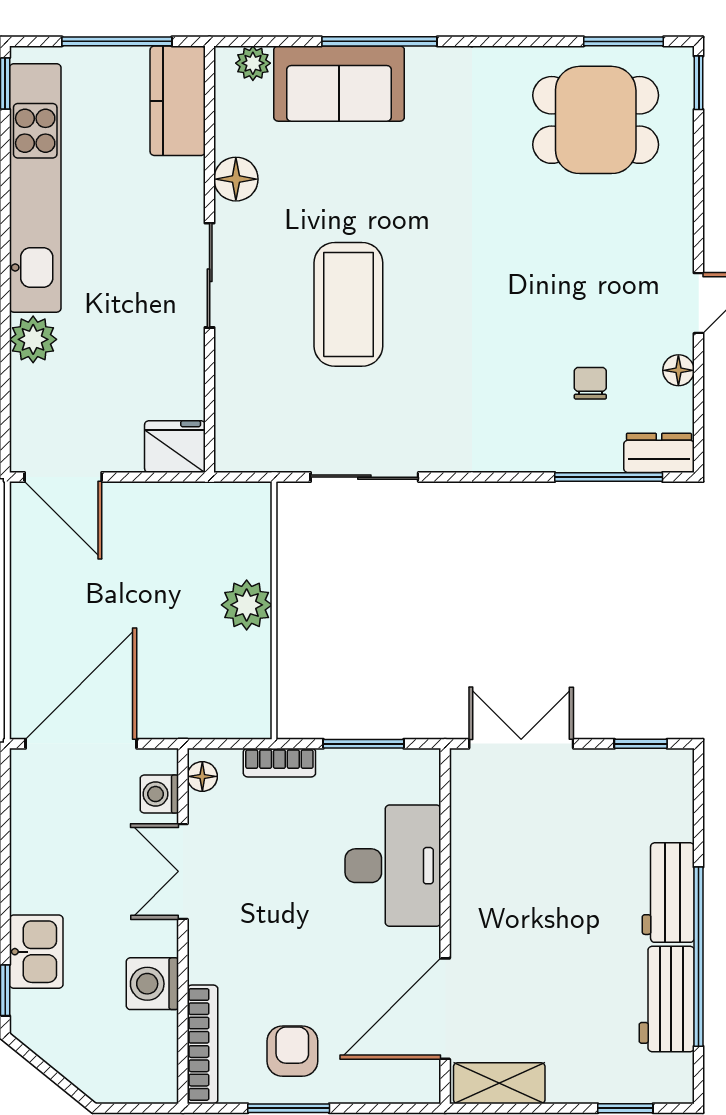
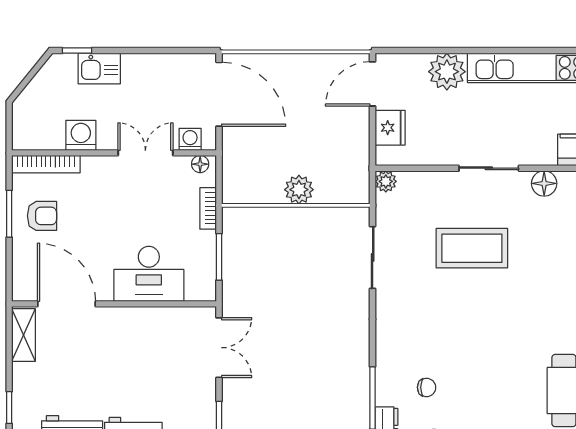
plant: (33, 339) -> (447, 72), width x1.36, depth x1.36
fridge: (175, 447) -> (390, 128), moved
plant: (233, 454) -> (386, 181), added

